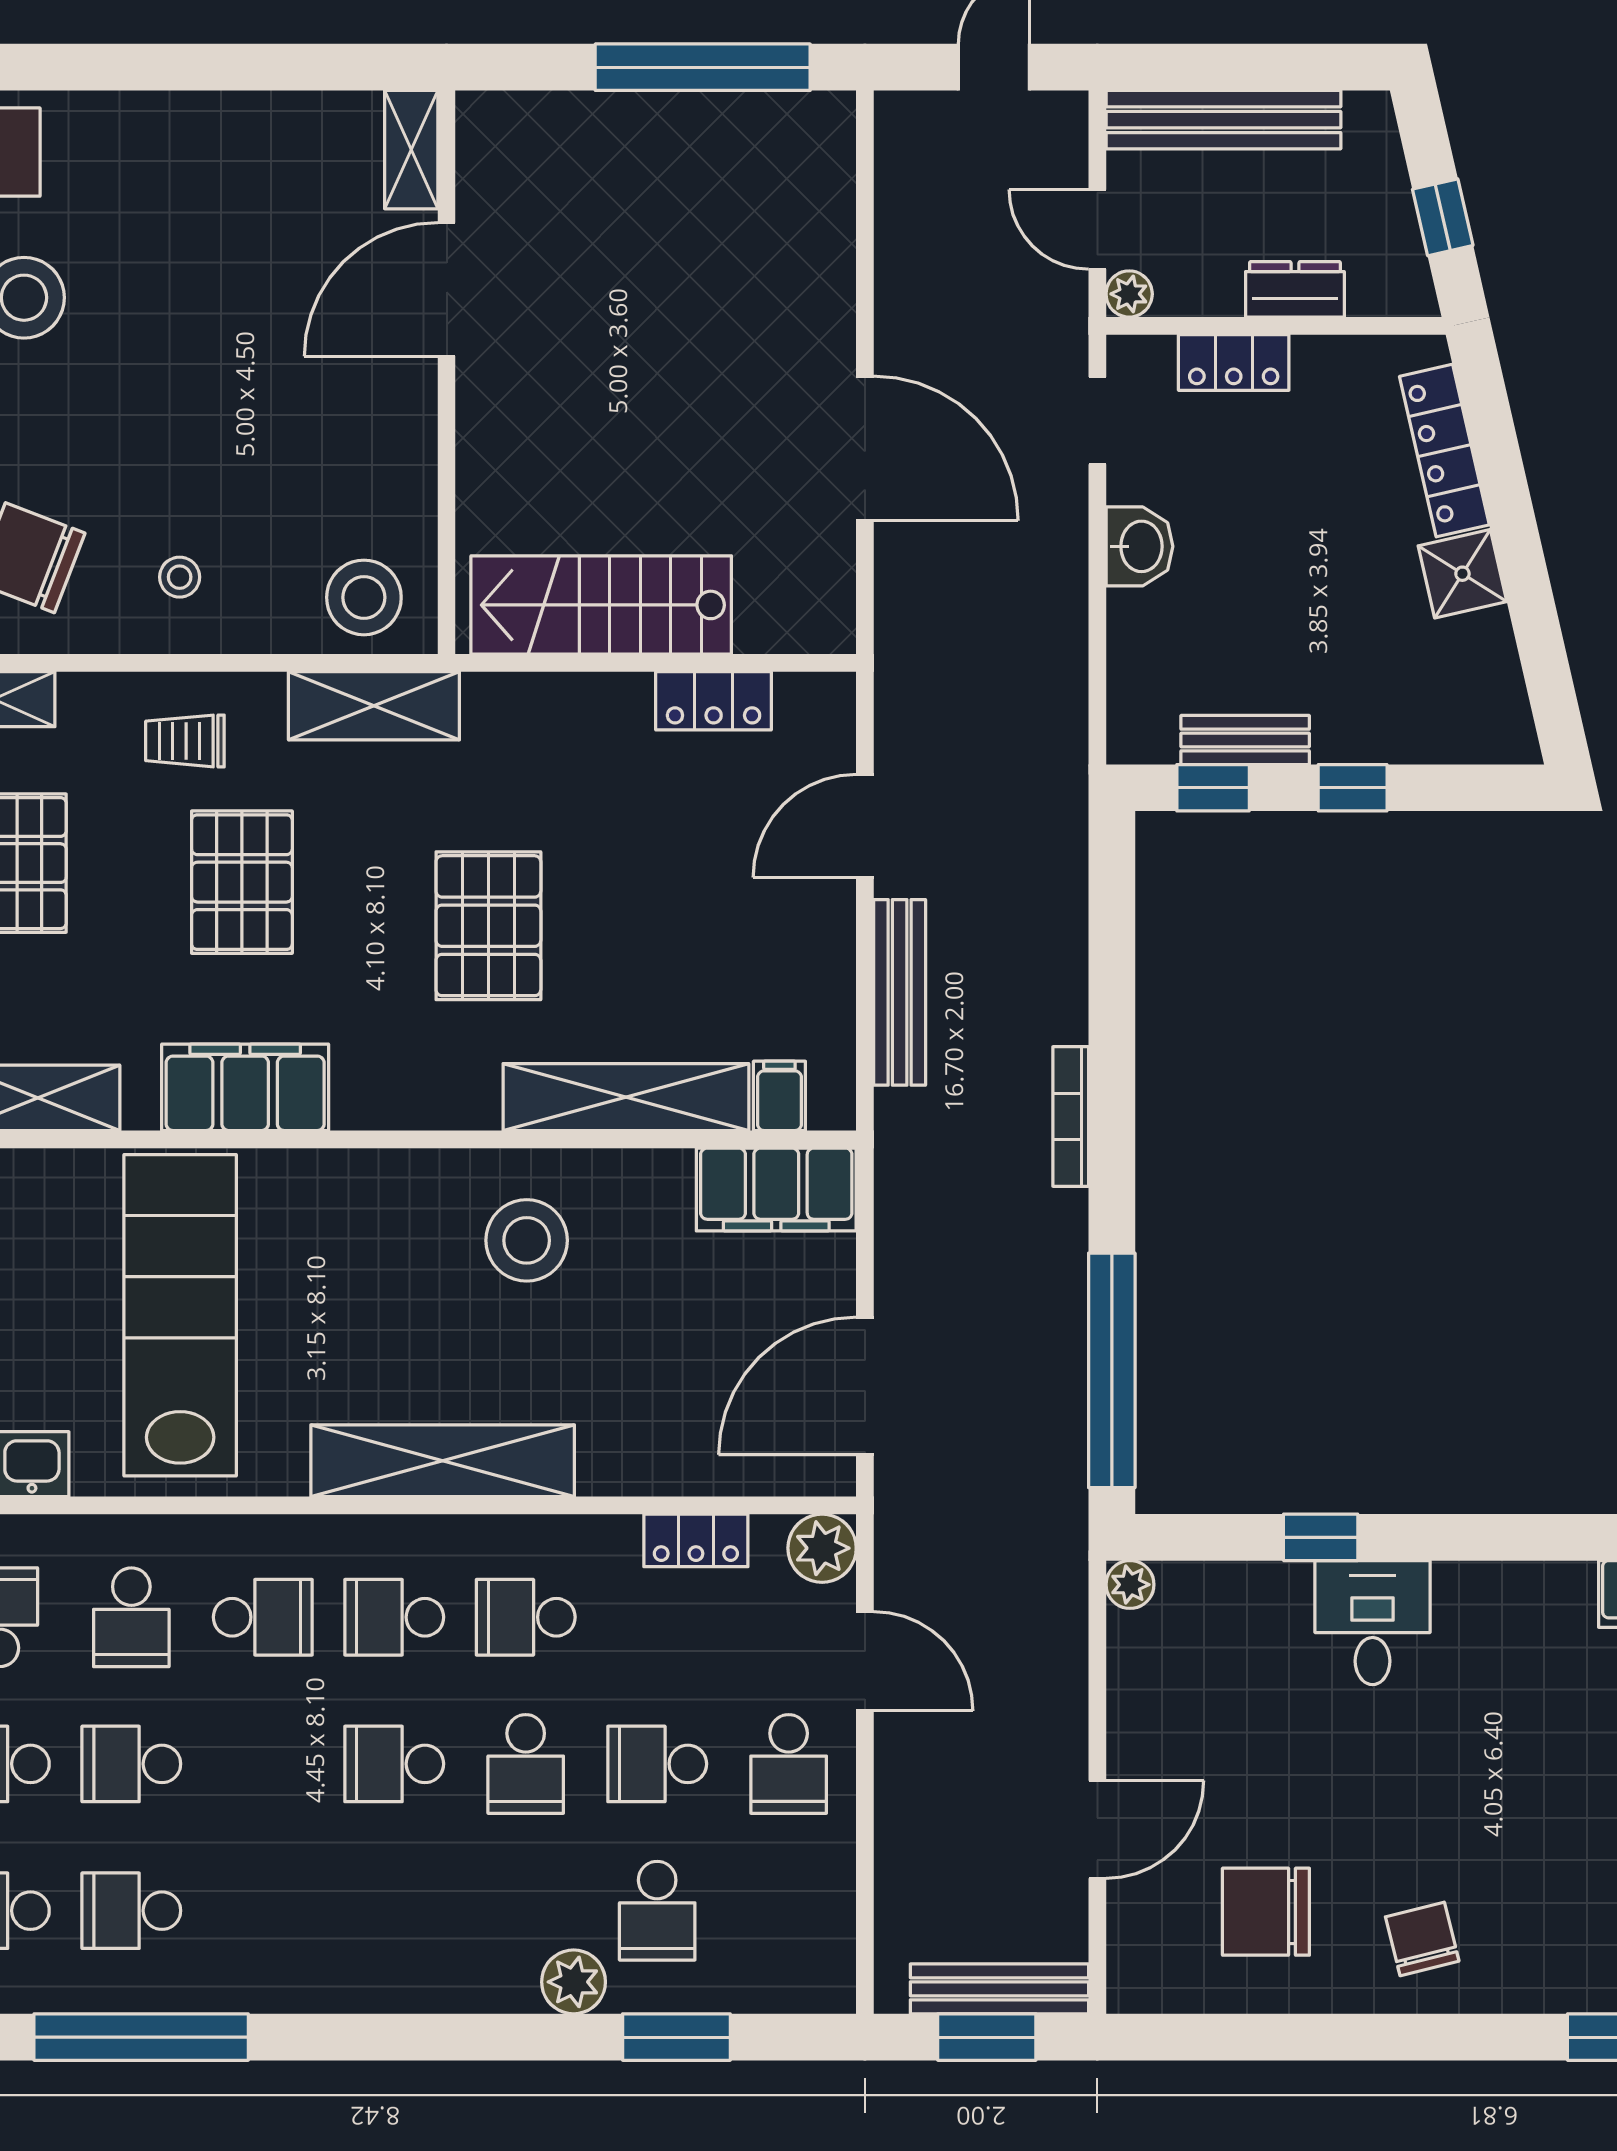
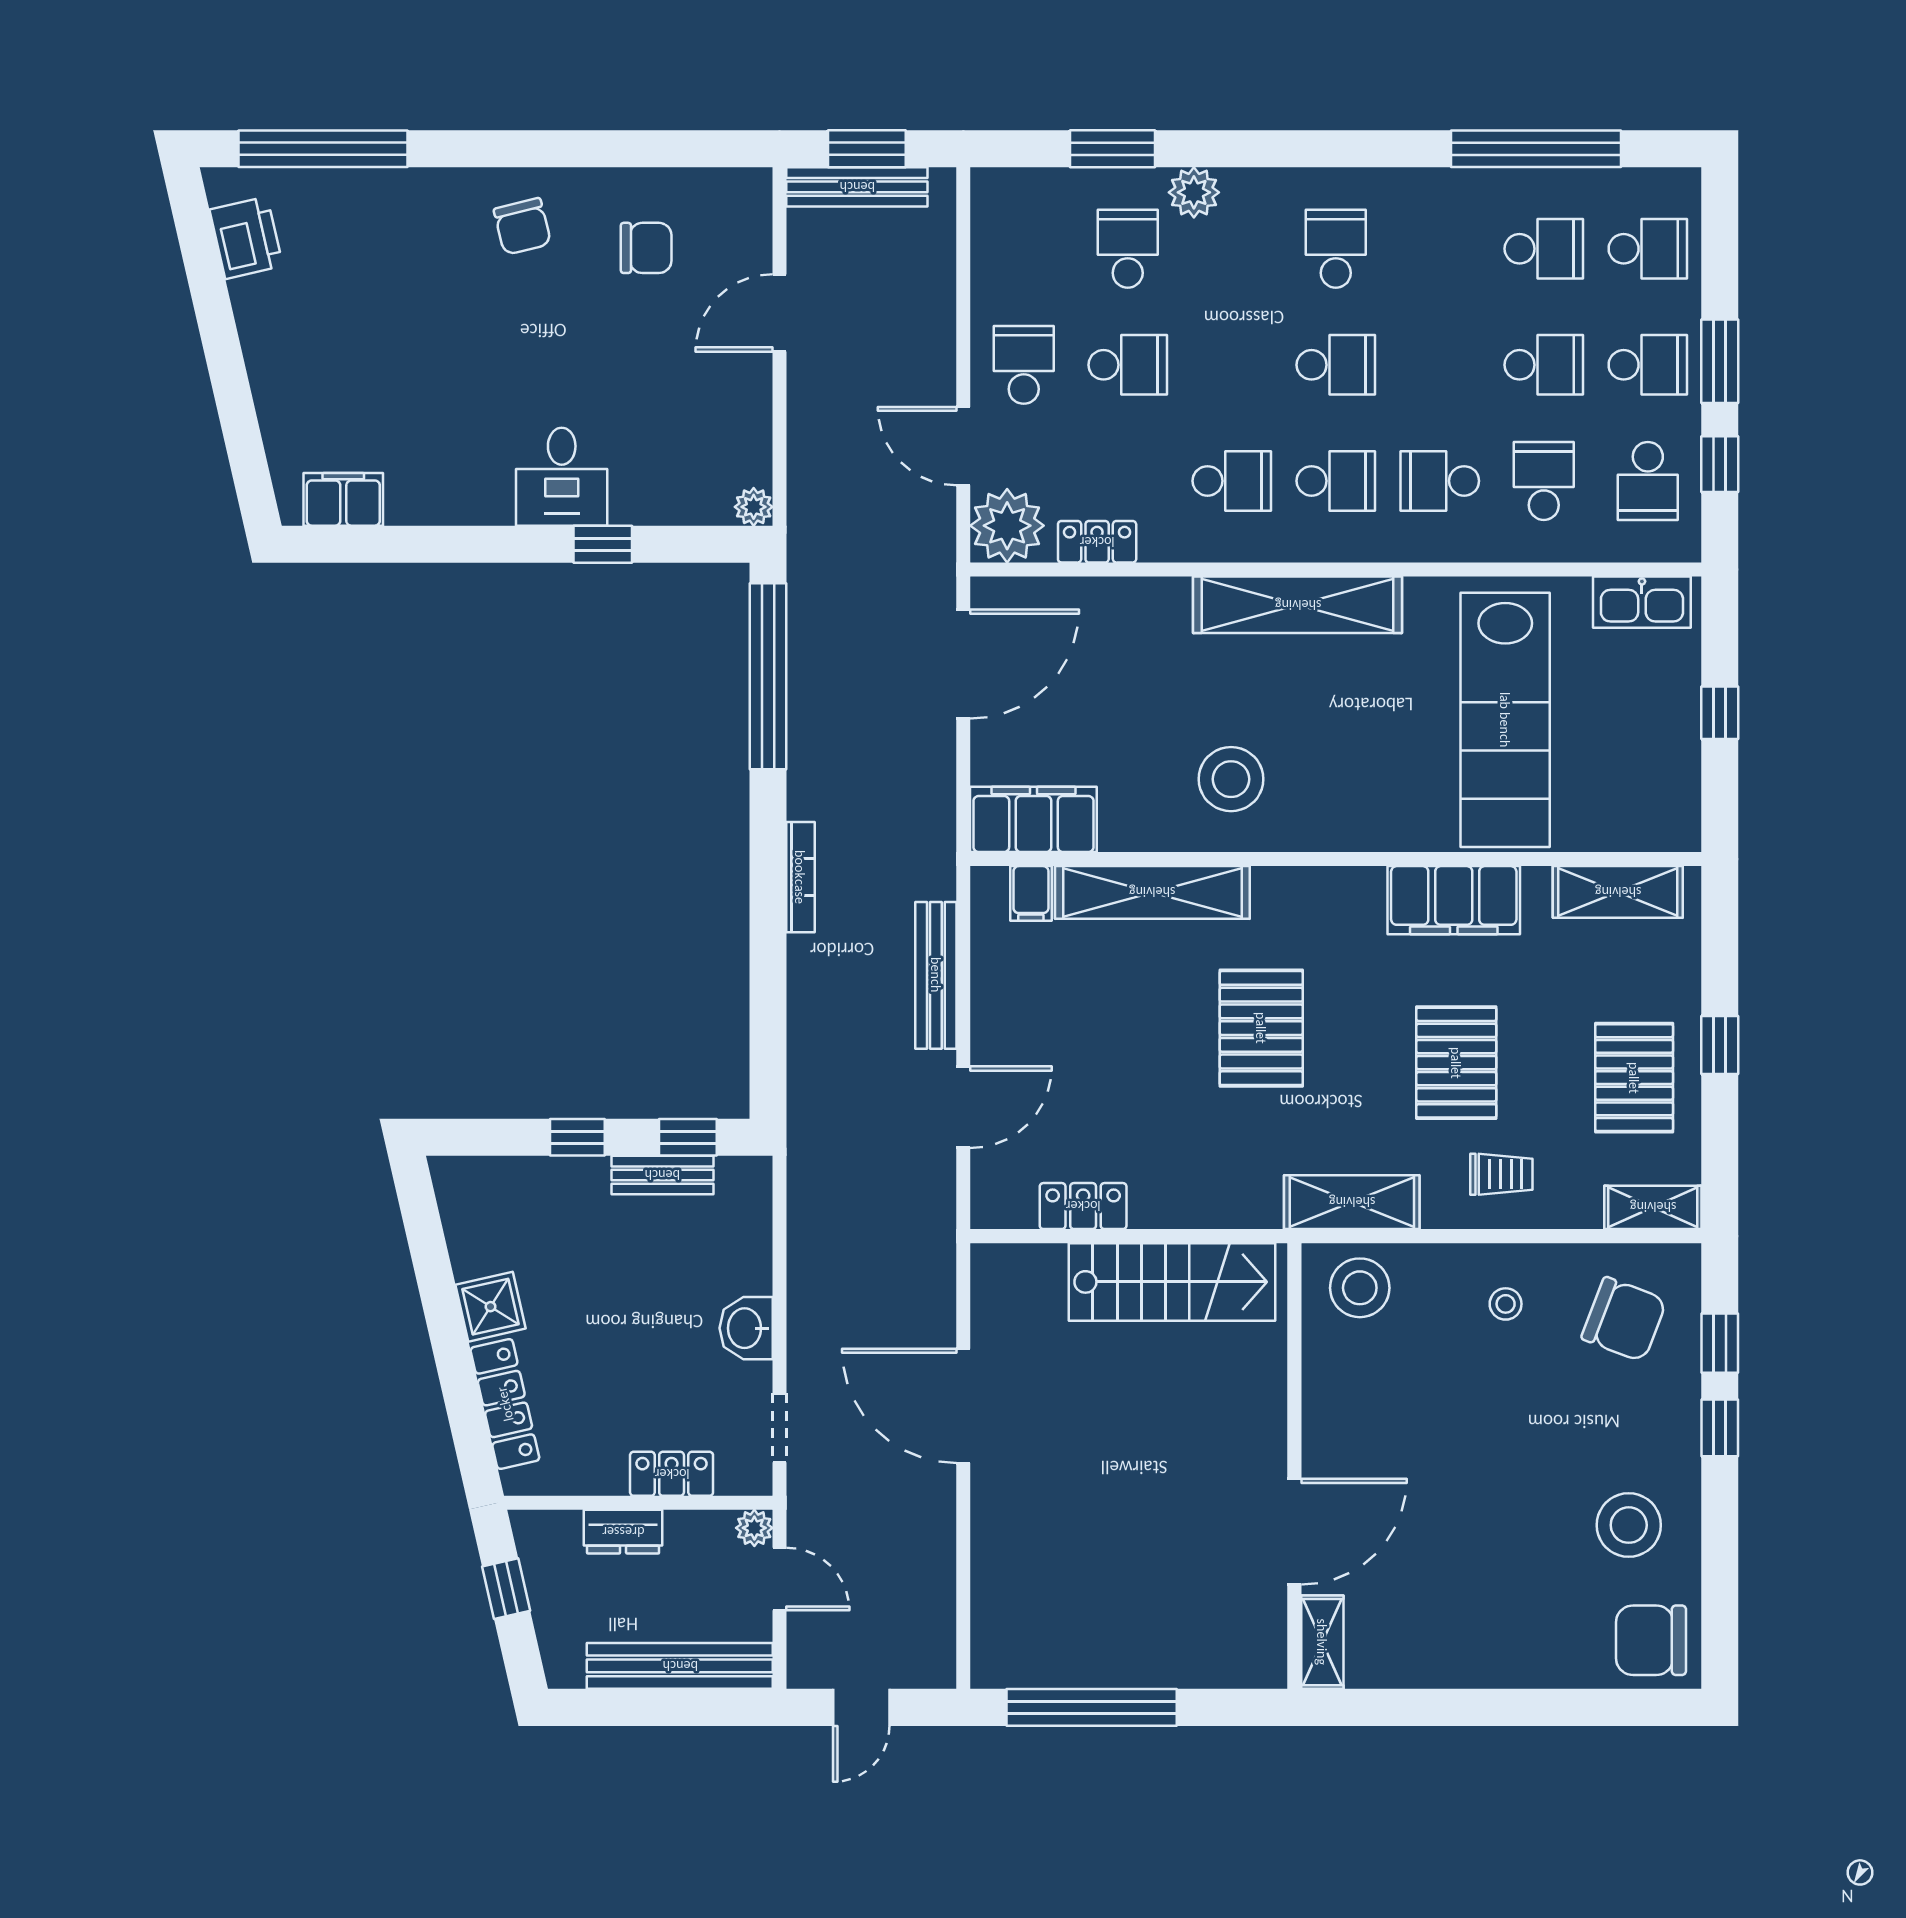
plant: (822, 1548) -> (1007, 526), width x1.36, depth x1.36
school desk: (526, 1764) -> (1336, 249), moved
chair: (1266, 1912) -> (646, 248), width x0.73, depth x0.73

